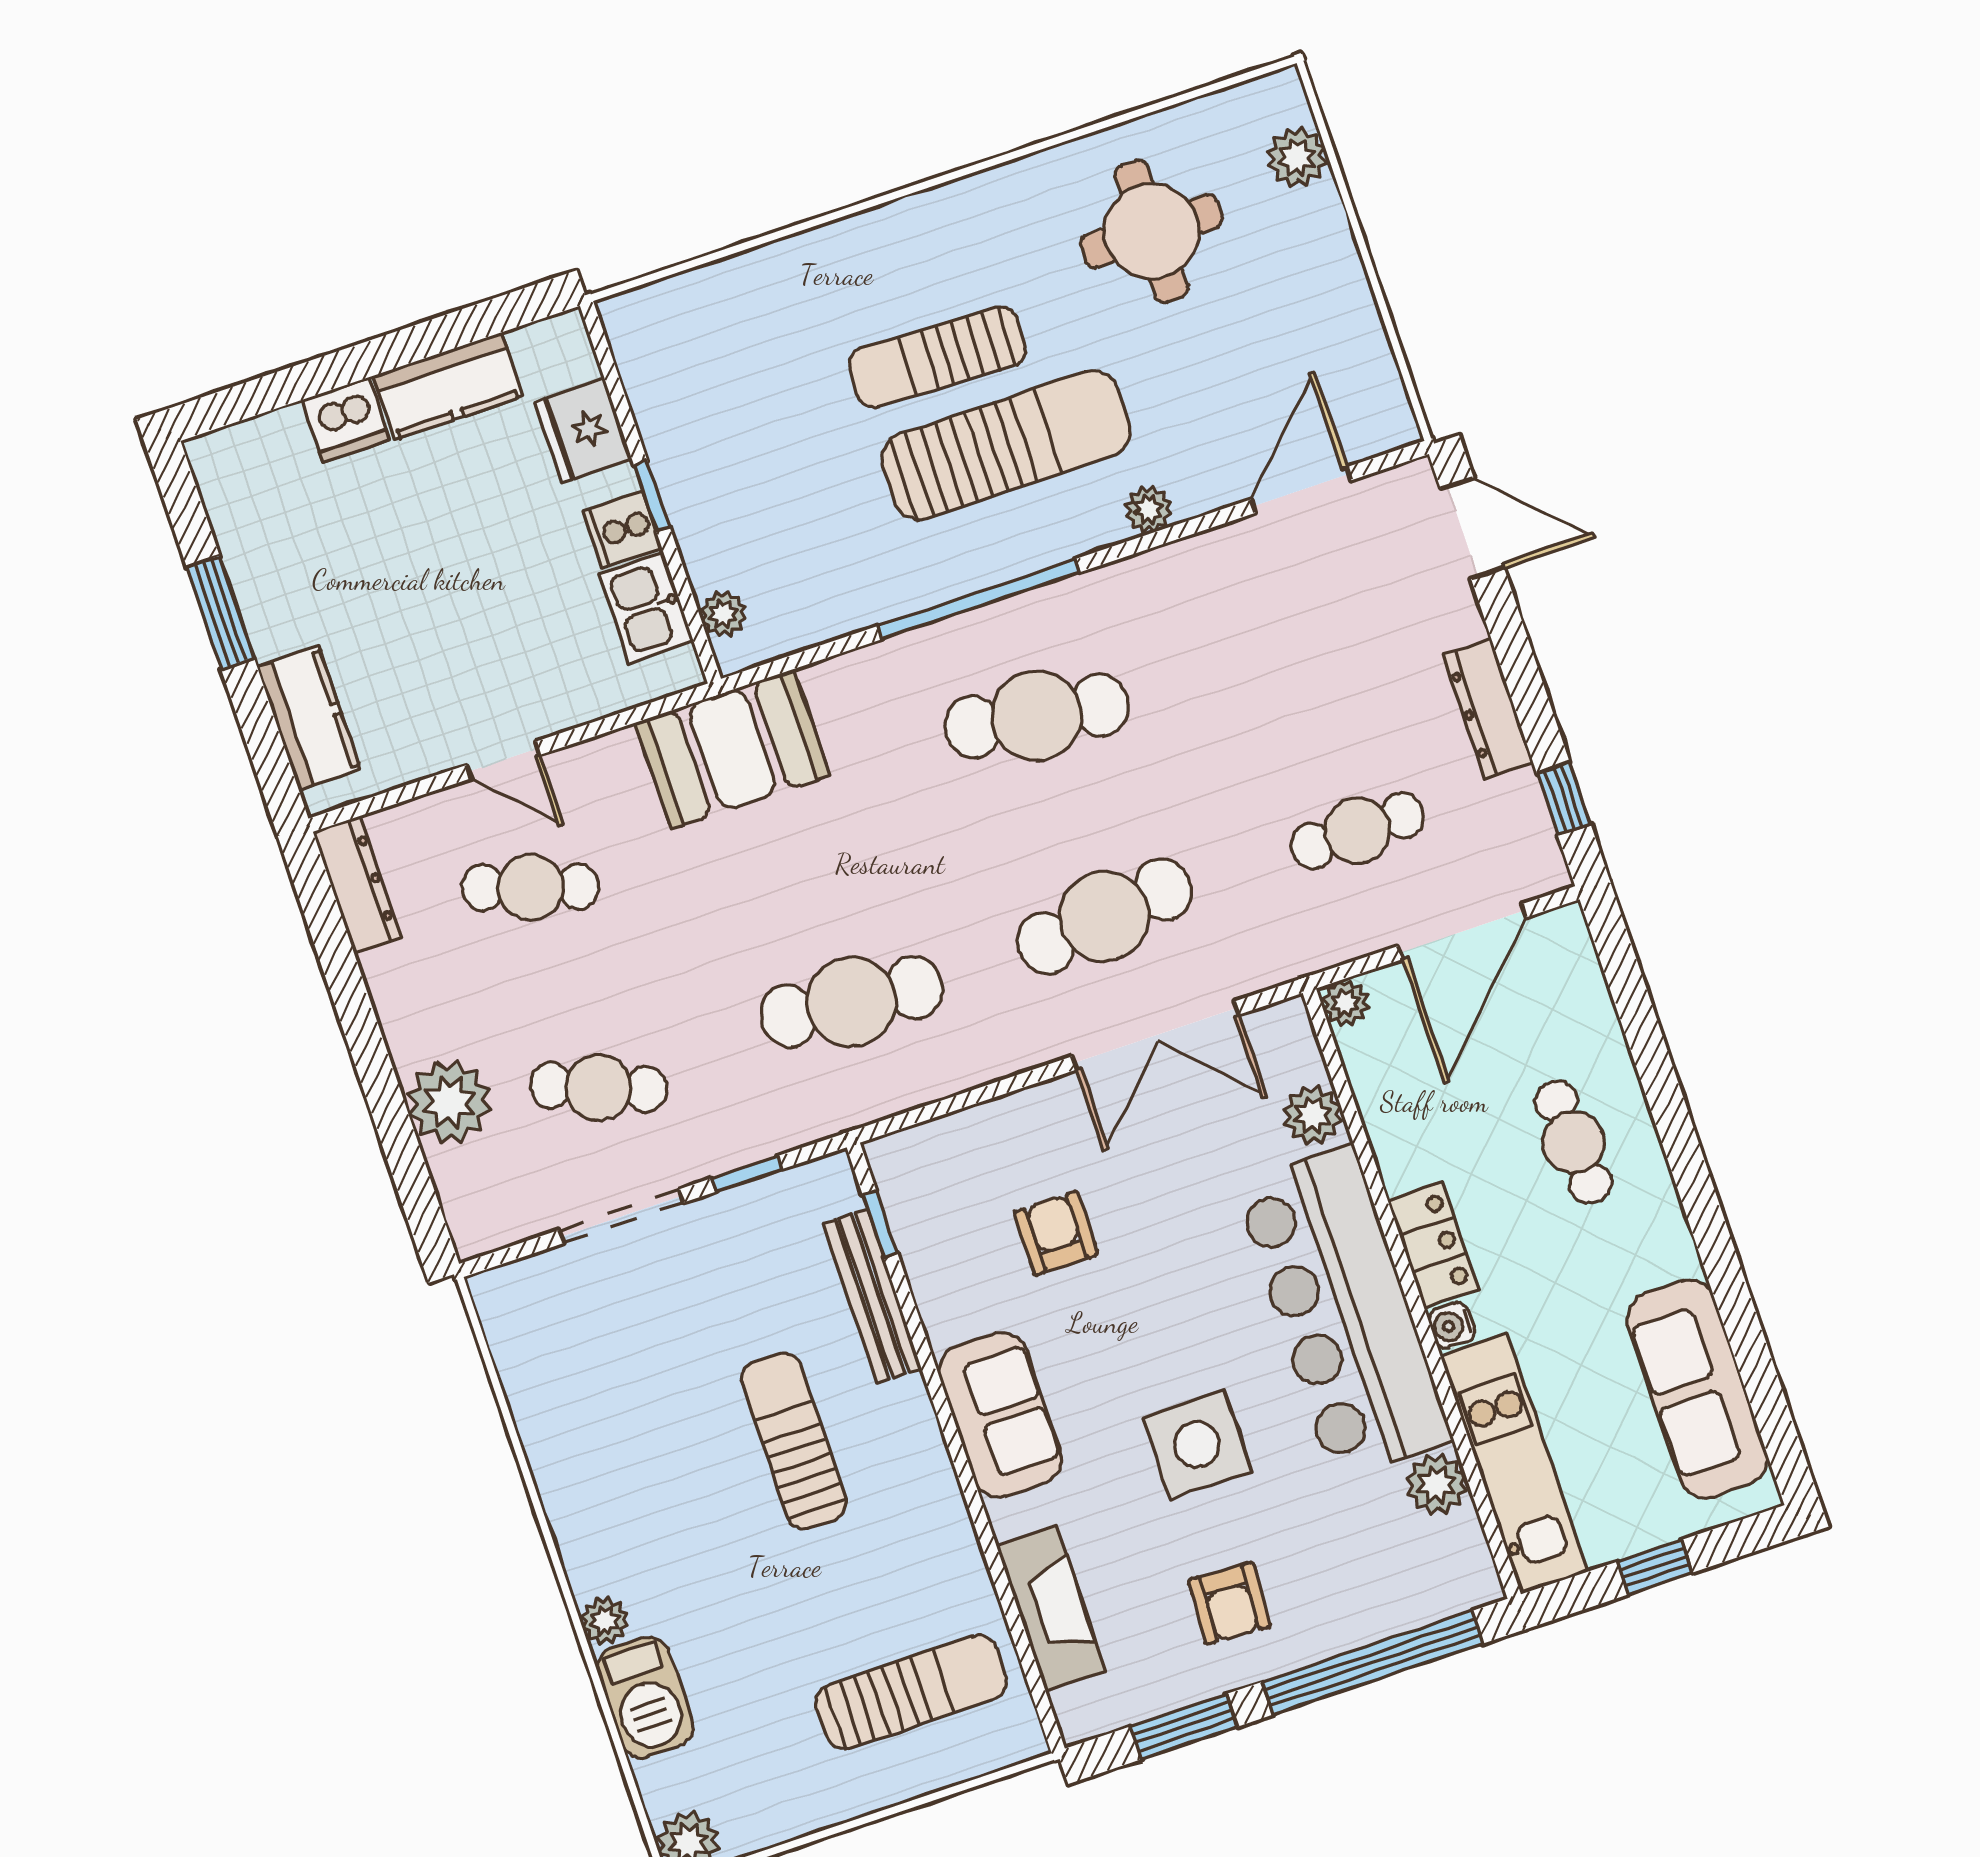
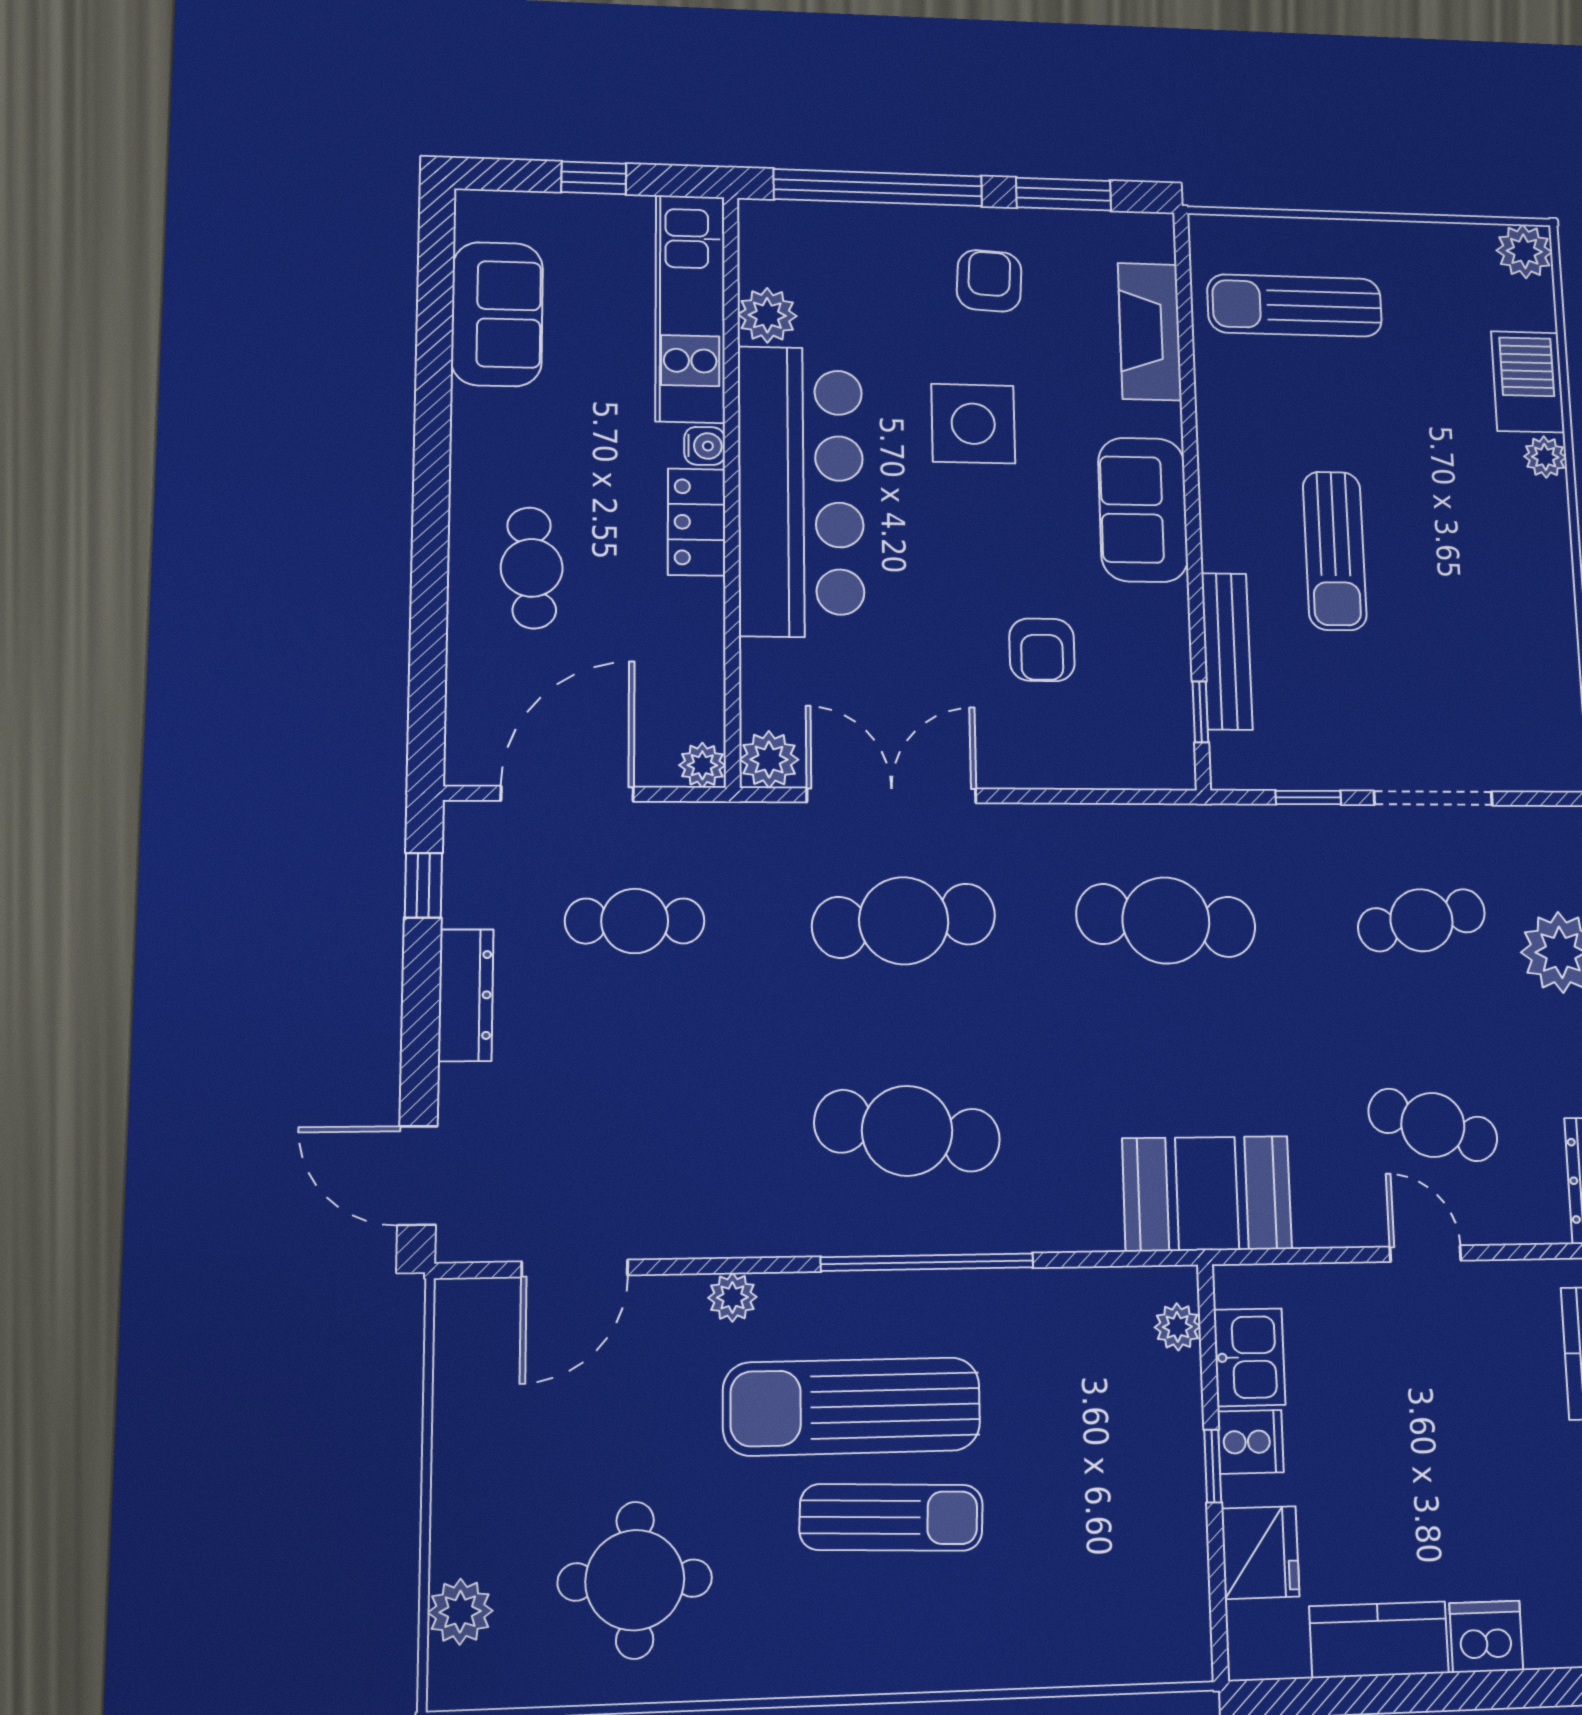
cafe table: (598, 1087) -> (1422, 920), turned -33
plant: (1313, 1115) -> (769, 759), moved
sofa: (1697, 1389) -> (497, 314), width x0.73

